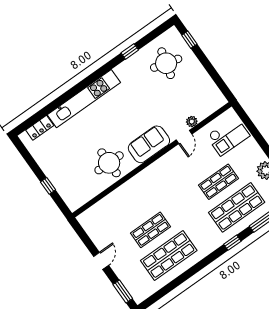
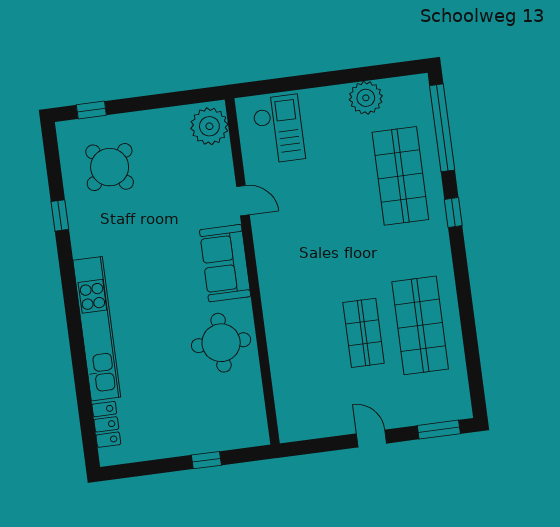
round table: (166, 63) -> (110, 167), turned 35
plant: (192, 122) -> (209, 126), moved, width x1.88, depth x1.88
shop shelf: (218, 182) -> (344, 183), removed

